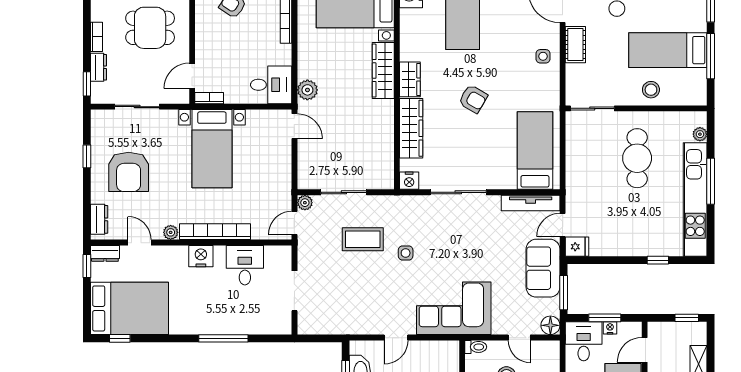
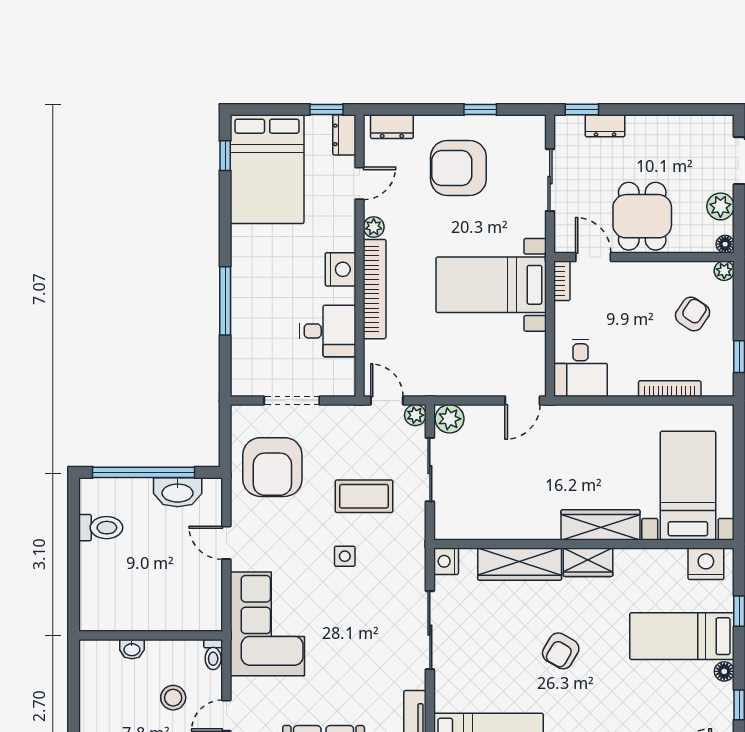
dining table: (150, 28) -> (642, 216), moved
bookcase: (96, 37) -> (648, 123), removed
plant: (307, 90) -> (450, 419), moved
coffee table: (363, 239) -> (364, 496), turned 90
armchair: (342, 305) -> (272, 467), added

